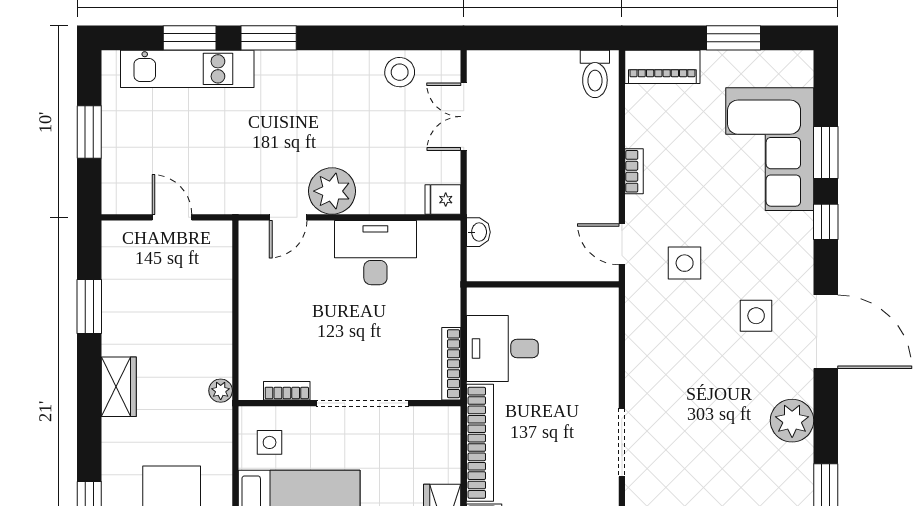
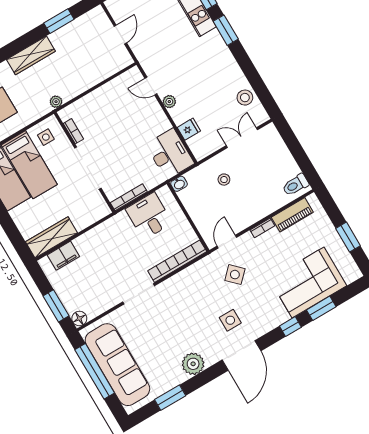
piano: (662, 67) -> (292, 215), moved, turned -90
stool: (516, 188) -> (224, 180), added
plant: (332, 191) -> (169, 102), width x0.53, depth x0.53
fridge: (443, 200) -> (189, 129), moved, turned 90
washbasin: (478, 232) -> (179, 184), moved
desk: (375, 253) -> (170, 154), moved
side table: (685, 263) -> (235, 275), turned 45
wardrobe: (119, 387) -> (31, 55), width x1.50
bookcase: (480, 443) -> (177, 261), moved, turned 180

